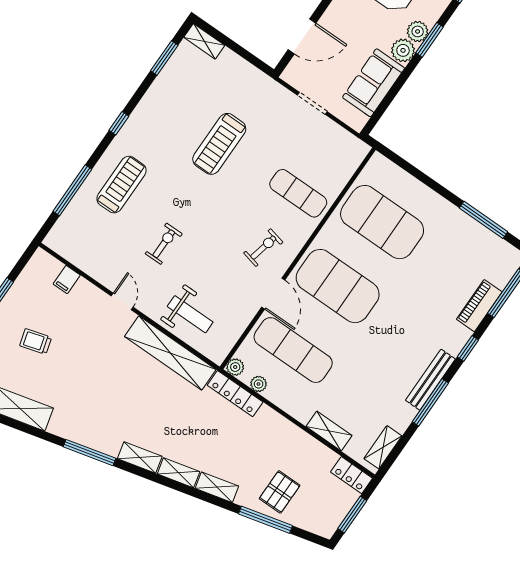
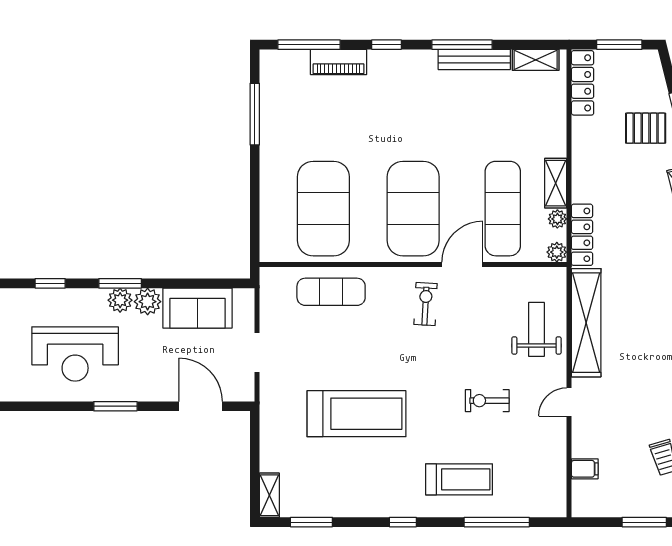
treadmill: (219, 144) -> (356, 414), width x1.37, depth x1.38
treadmill: (121, 185) -> (459, 479), turned 180
exercise mat: (298, 193) -> (331, 292), moved, turned 90
exercise bike: (263, 248) -> (426, 304), turned 80
bench: (430, 380) -> (474, 59), moved
shelving: (329, 431) -> (556, 183), moved
locker: (352, 475) -> (583, 83), width x1.53

